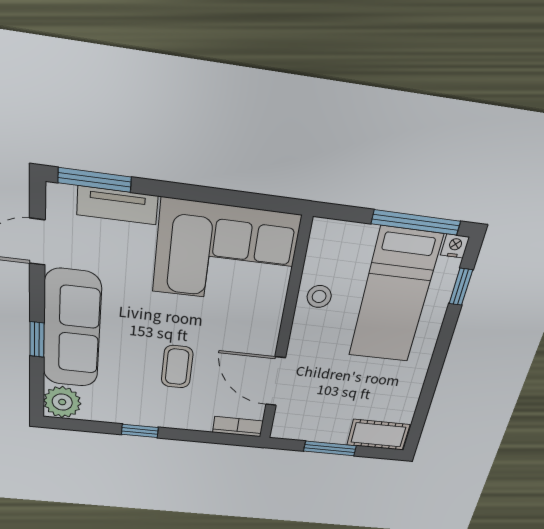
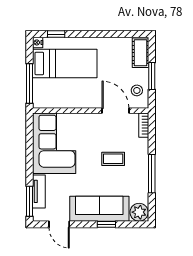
window: (416, 222) -> (29, 84), moved
stool: (319, 296) -> (137, 90), moved
door: (276, 381) -> (115, 111), swing flipped
window: (140, 431) -> (152, 174), width x2.17

